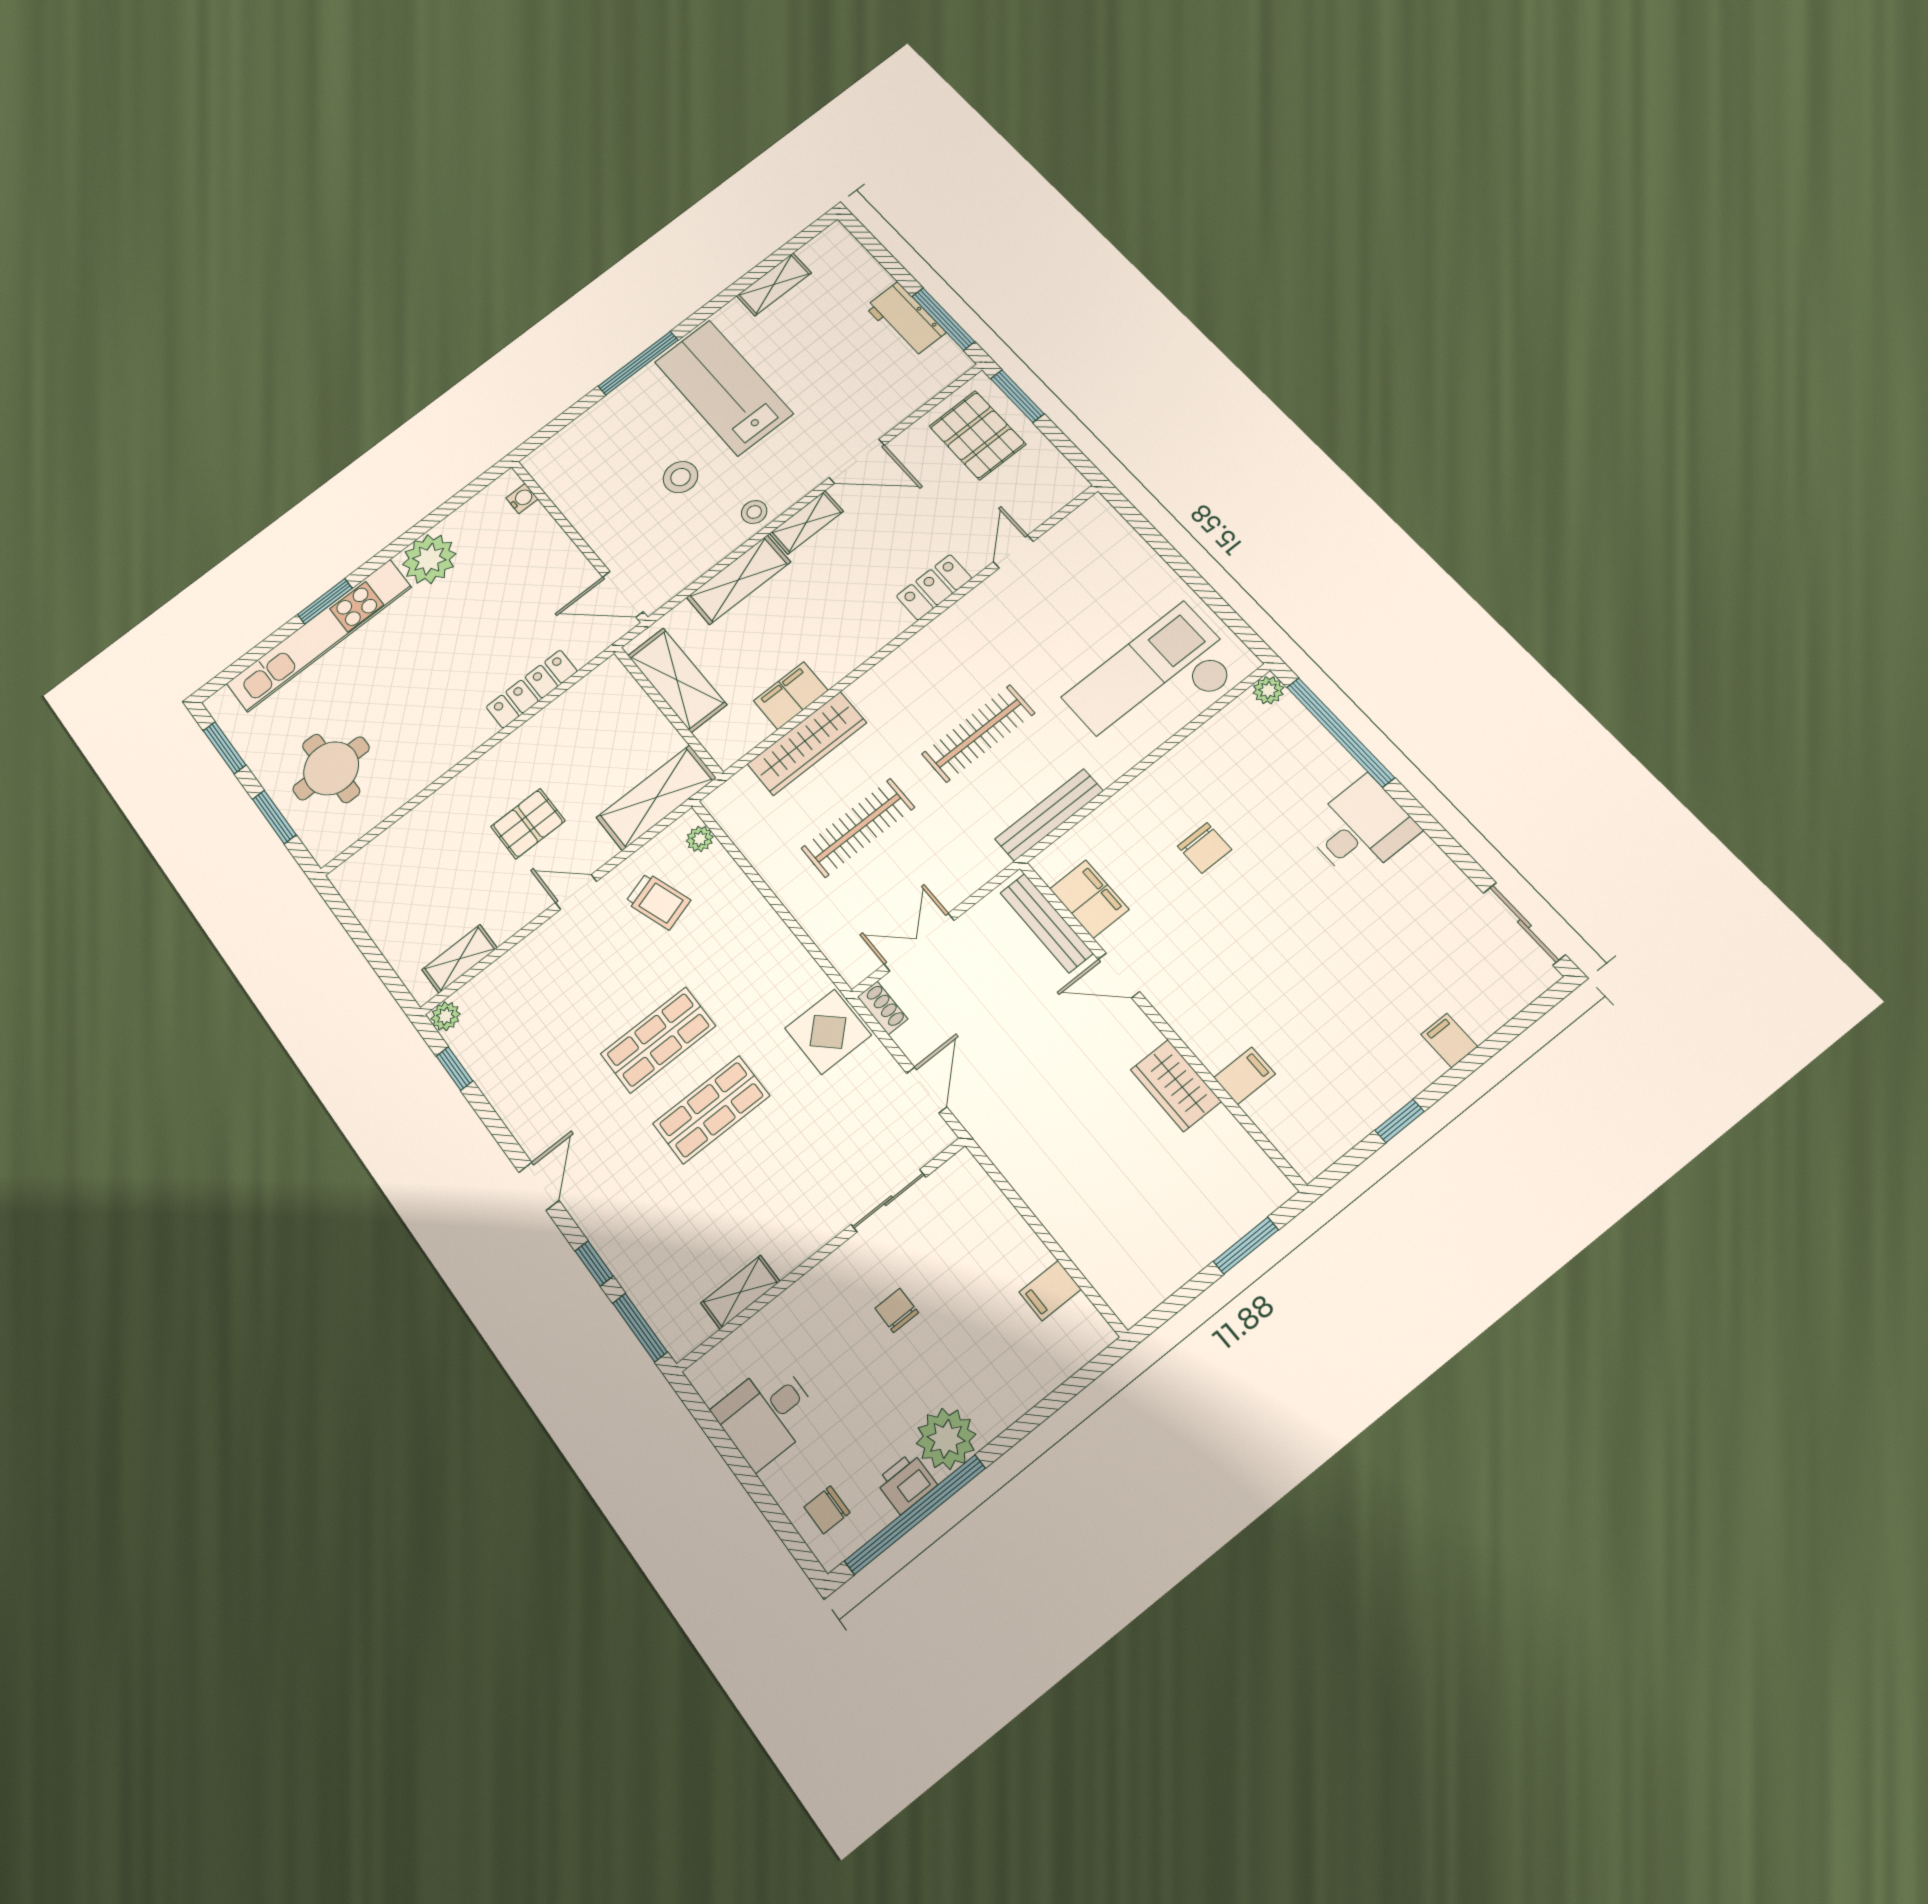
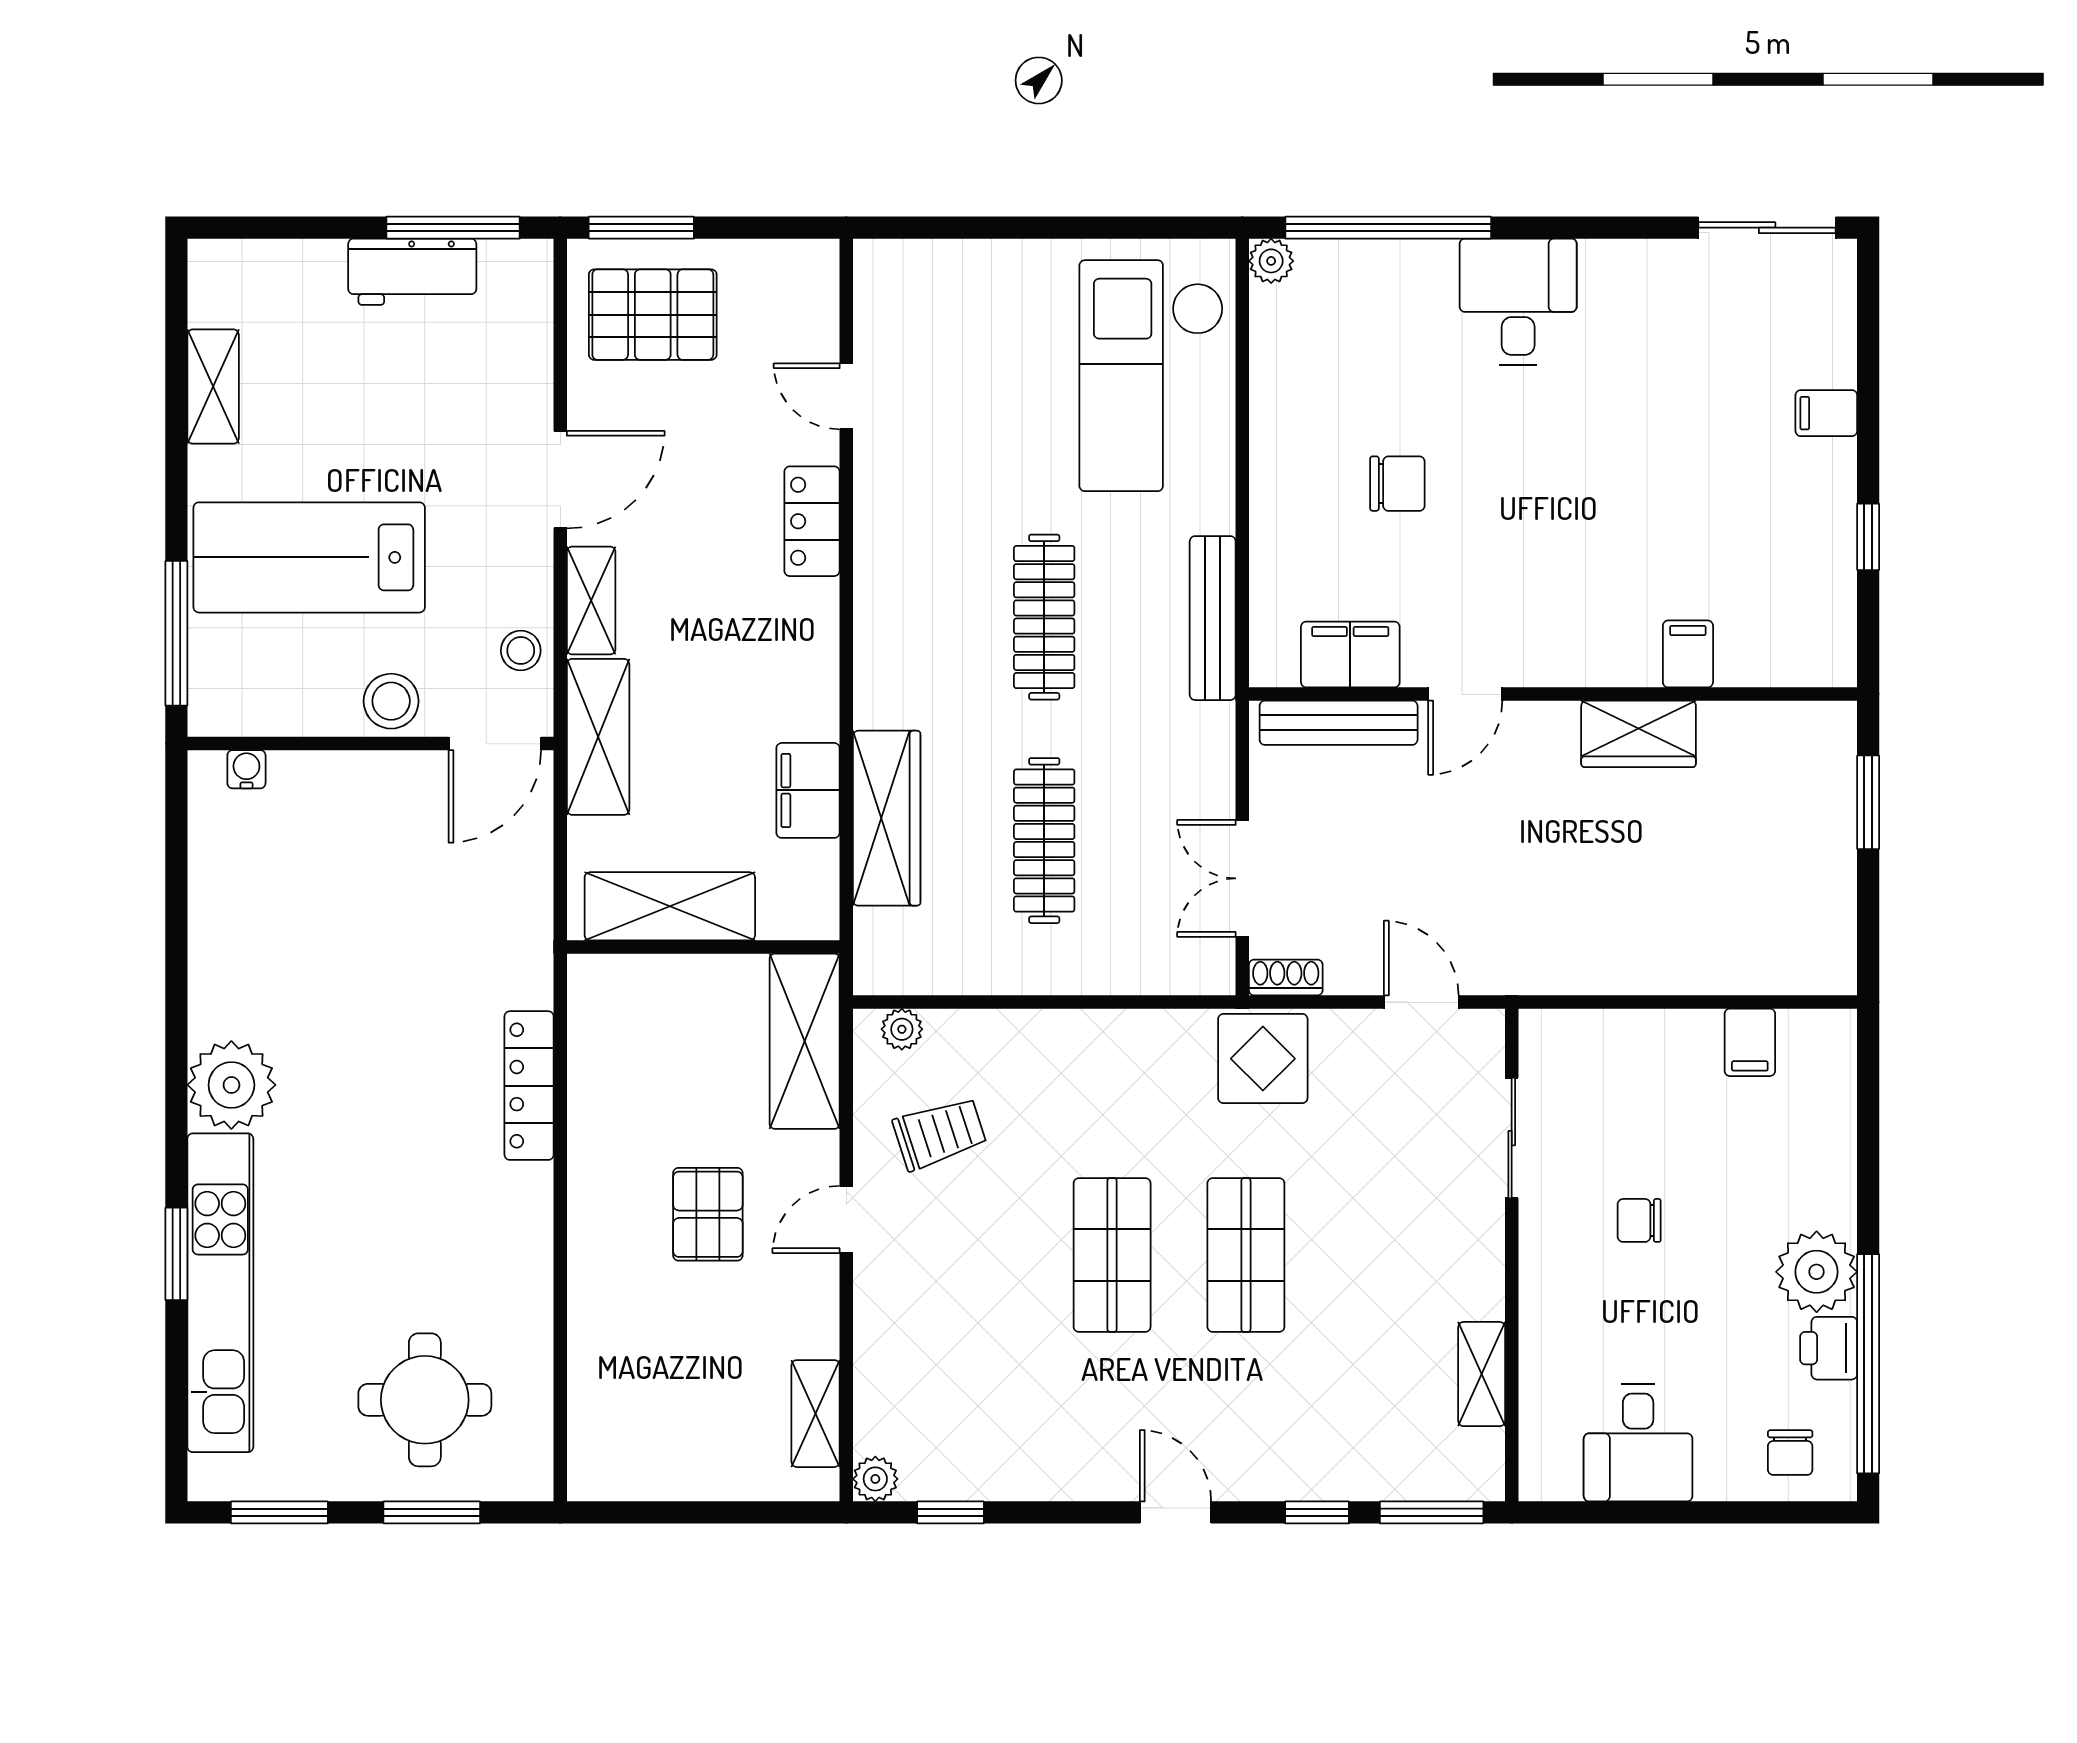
water cooler: (522, 499) -> (246, 769), moved
wall: (578, 541) -> (371, 744), moved
door: (623, 594) -> (495, 744), moved

